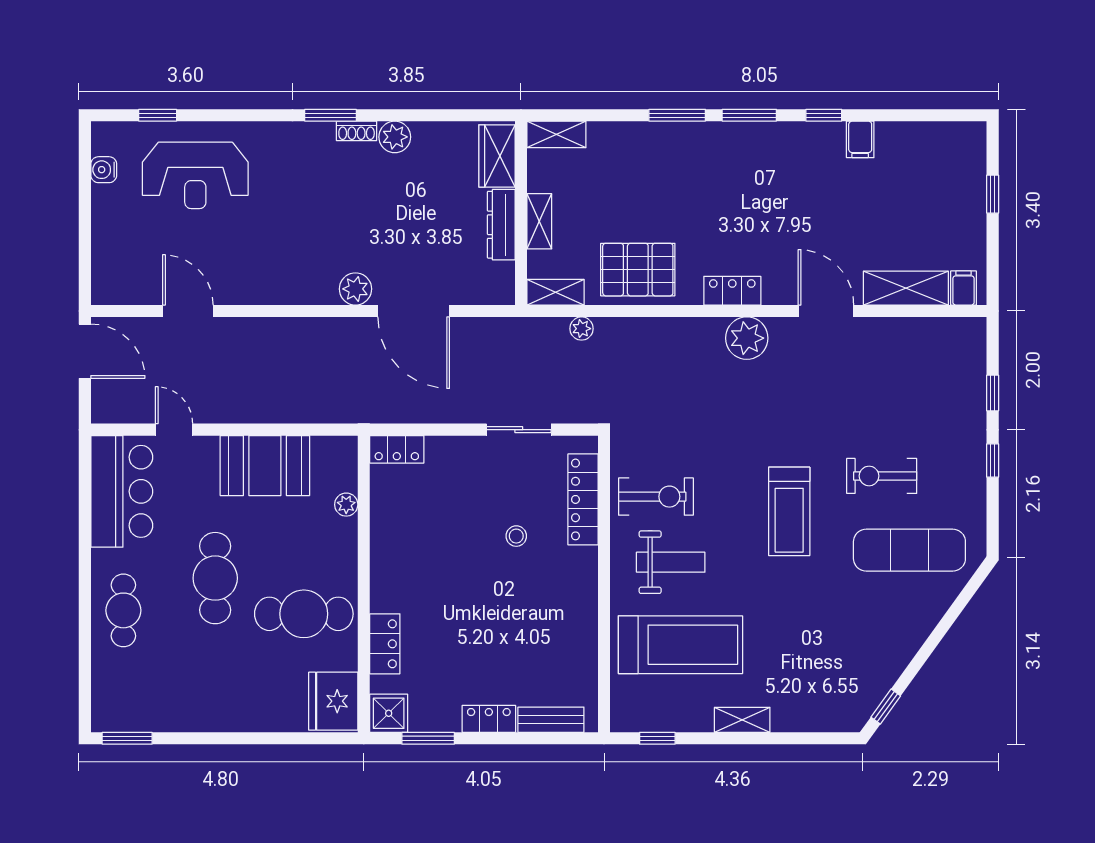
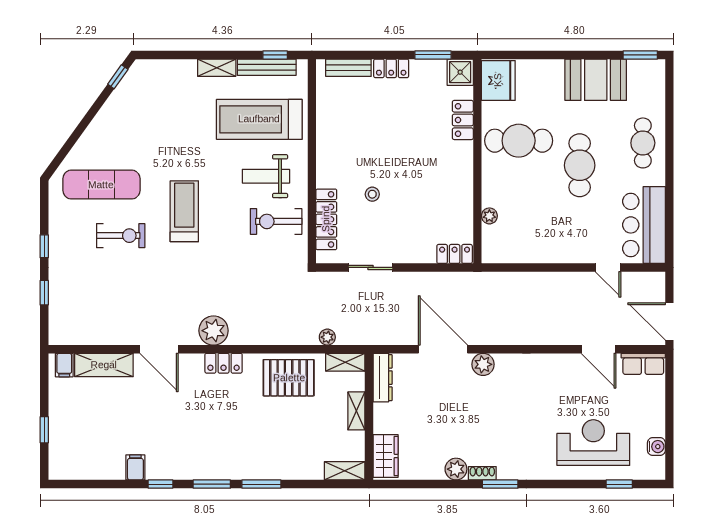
dresser: (501, 225) -> (383, 378), moved
row of seats: (123, 290) -> (643, 364), added
booth: (265, 466) -> (596, 80), moved
bench: (669, 720) -> (267, 67), added

